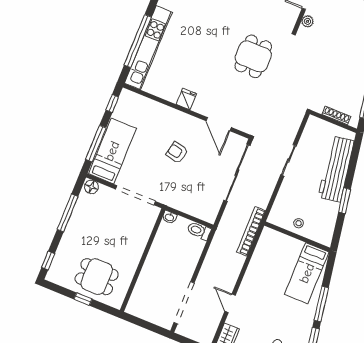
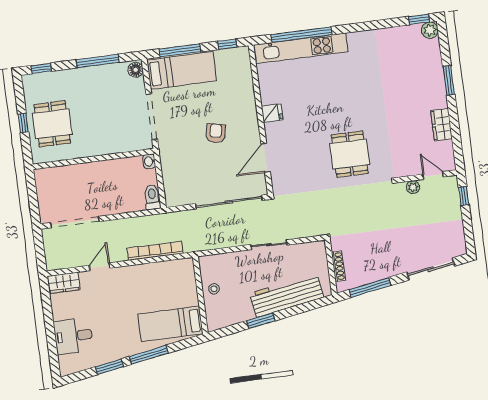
dining table: (253, 56) -> (350, 154), turned 90
bookcase: (251, 231) -> (155, 251), moved

